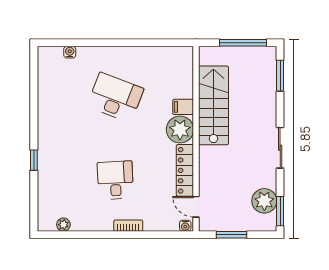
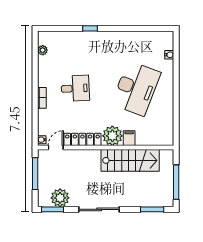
desk: (115, 97) -> (136, 88), width x1.36, depth x1.30
sliding door: (280, 148) -> (99, 209), width x1.37
window: (232, 235) -> (35, 174), width x1.44

